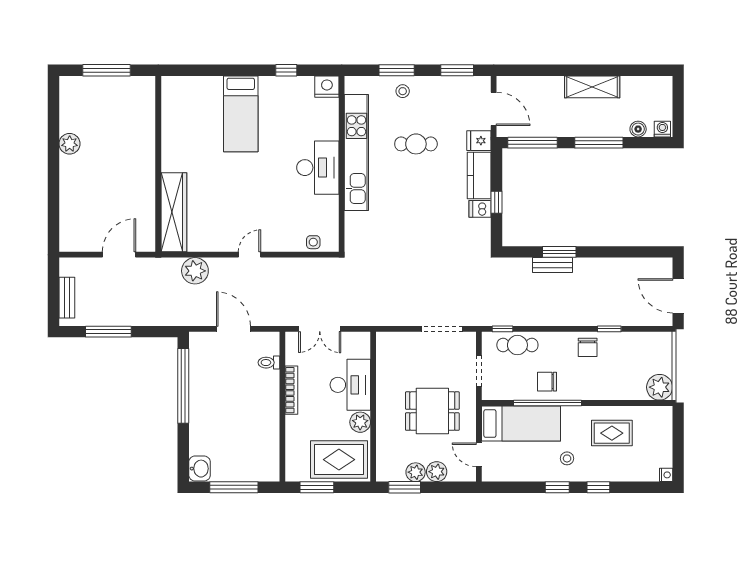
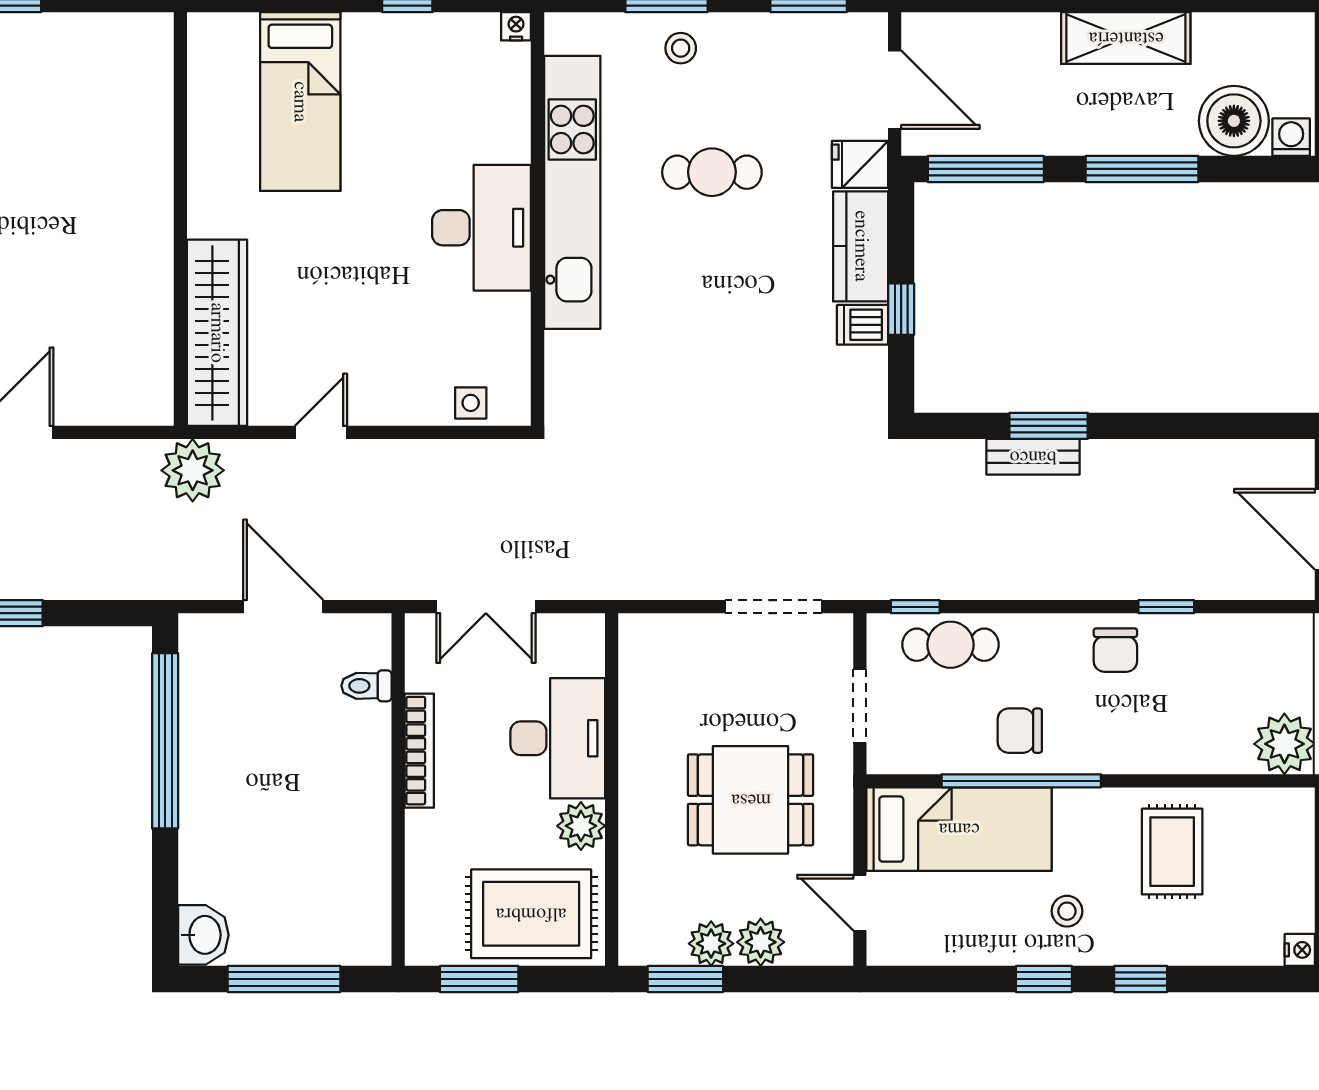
nightstand: (327, 87) -> (516, 26), width x0.53, depth x0.56
boiler: (638, 129) -> (1234, 121), width x1.86, depth x1.86
wall: (158, 164) -> (180, 219), moved
wardrobe: (174, 212) -> (217, 333), moved
rug: (612, 433) -> (1172, 852), turned 90

